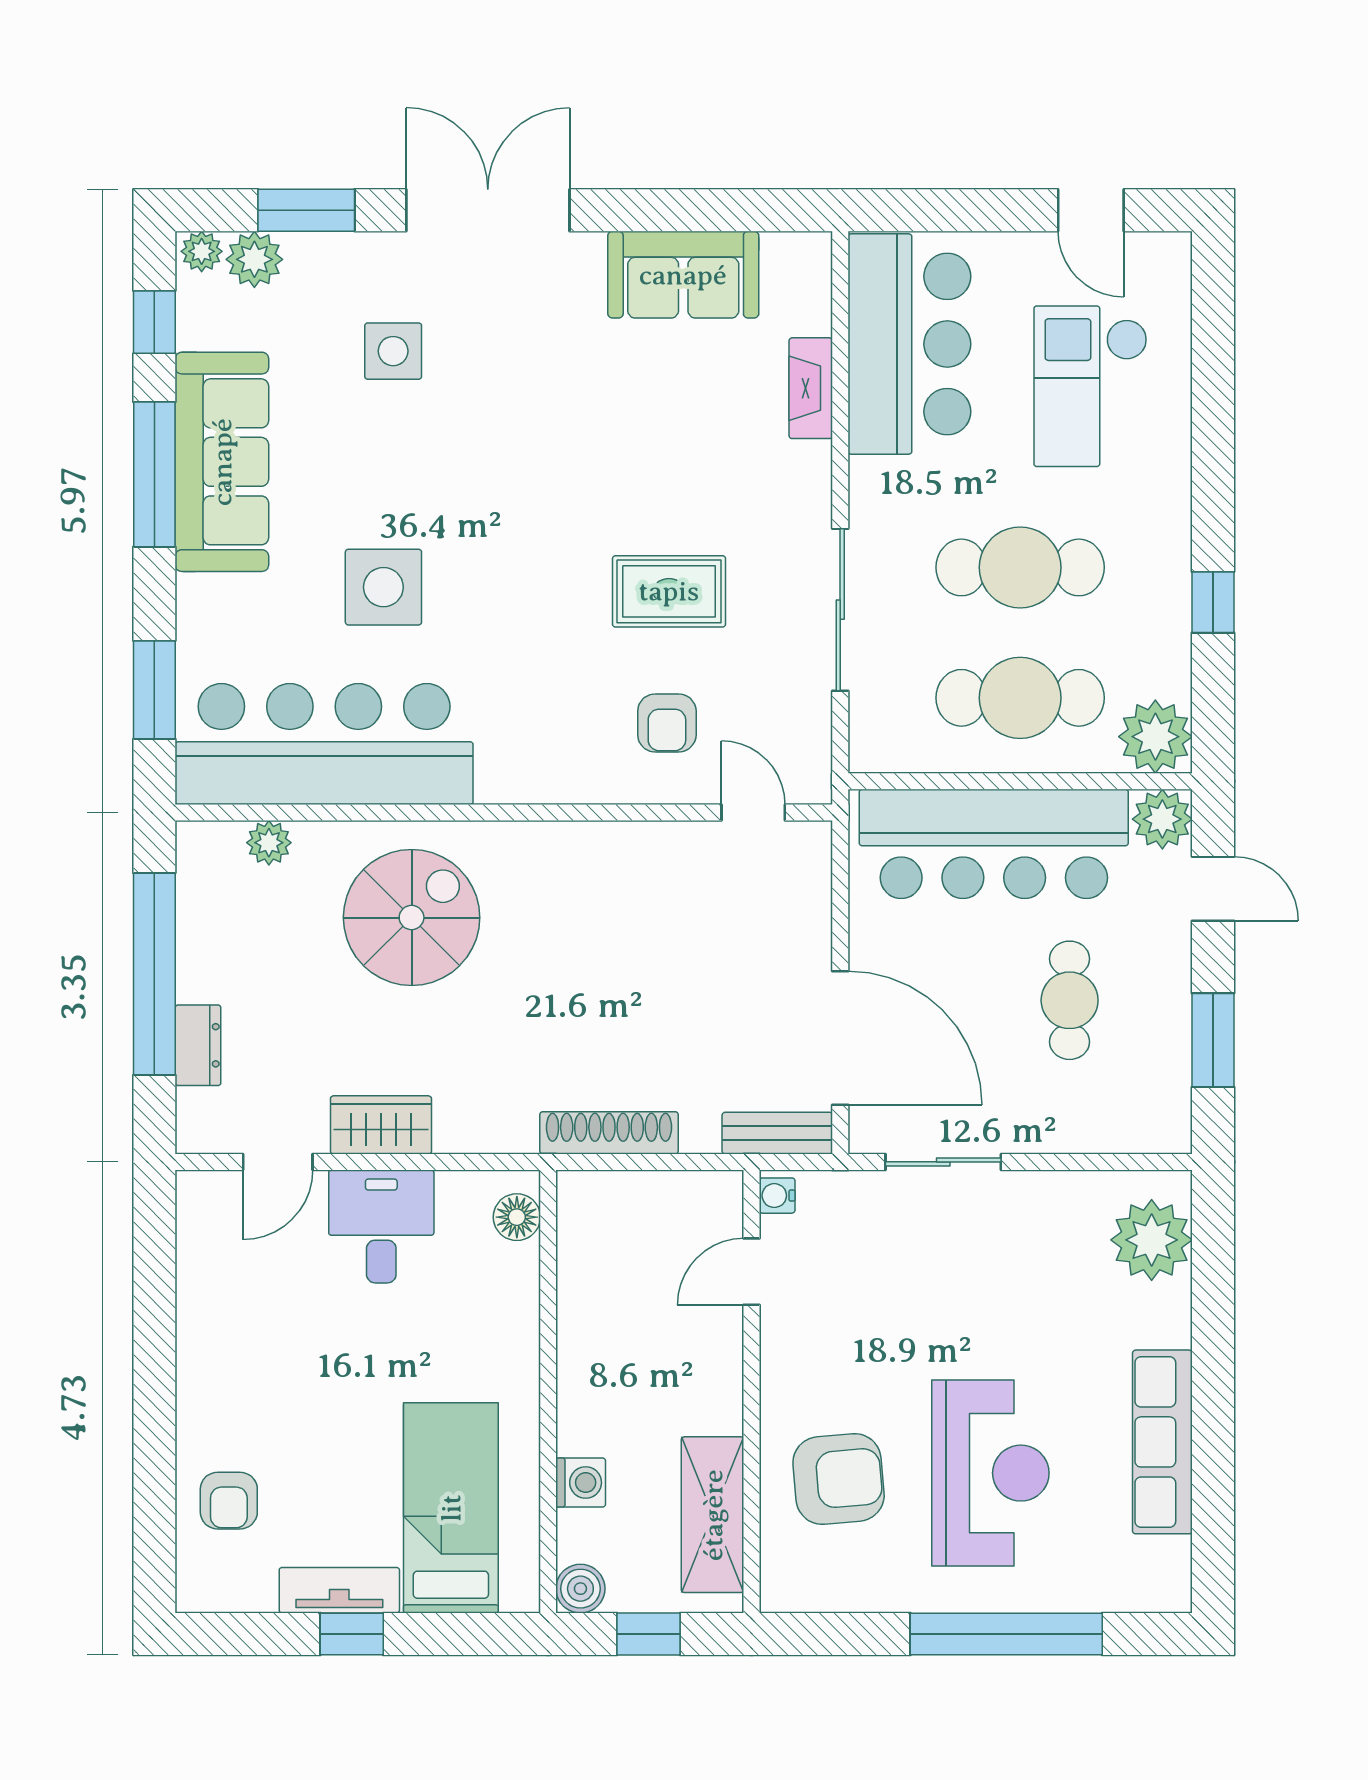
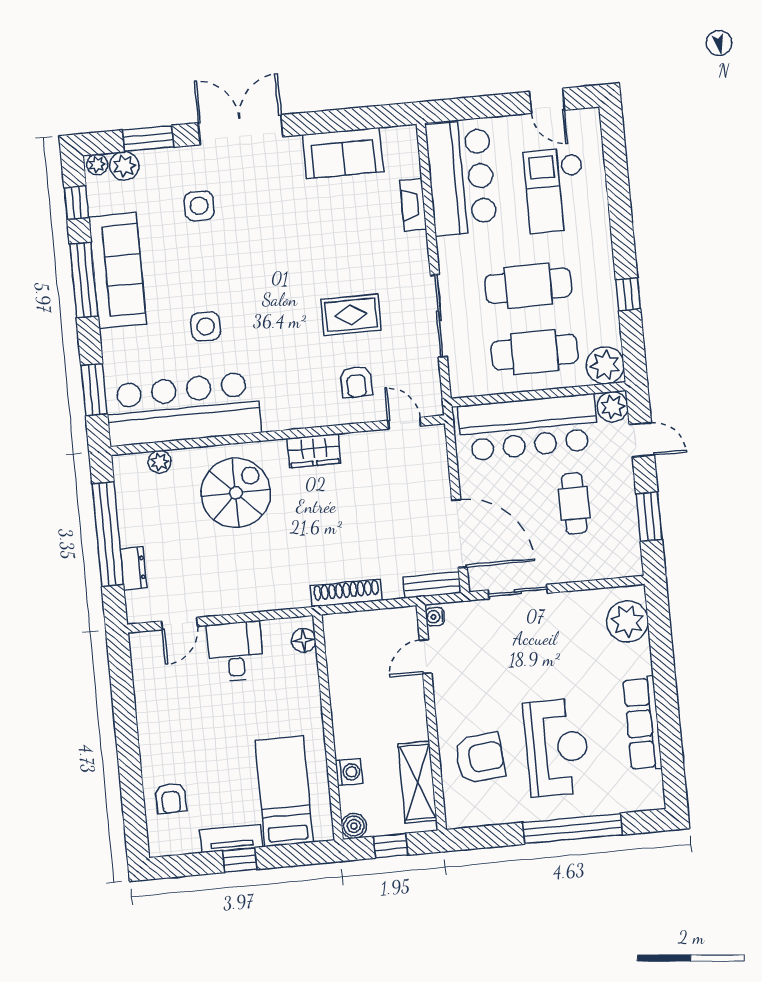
side table: (383, 587) -> (206, 326), width x0.73, depth x0.73
wardrobe: (381, 1125) -> (314, 451), moved, turned 180

